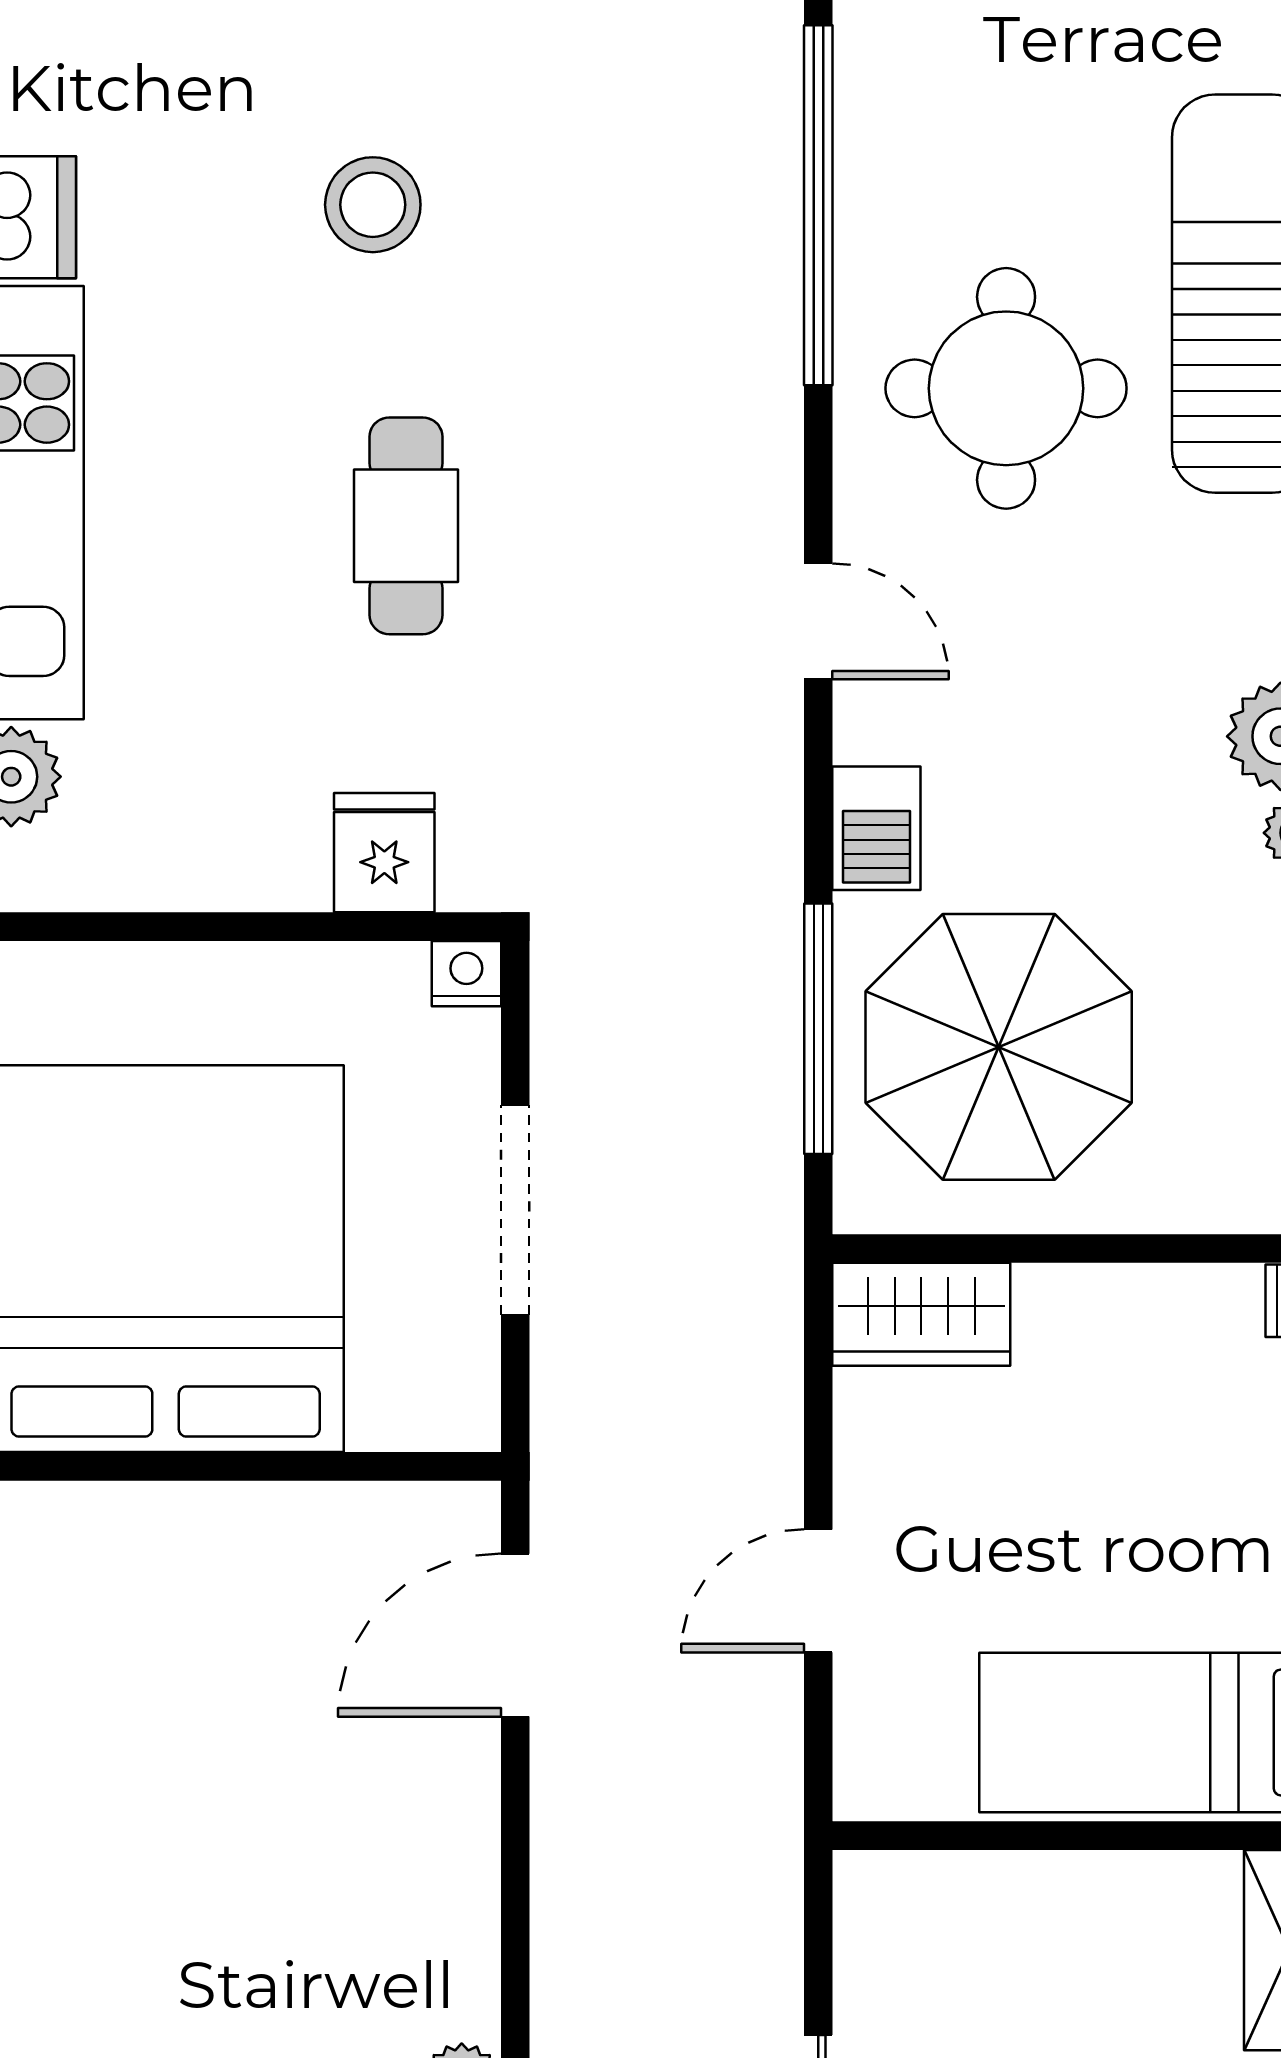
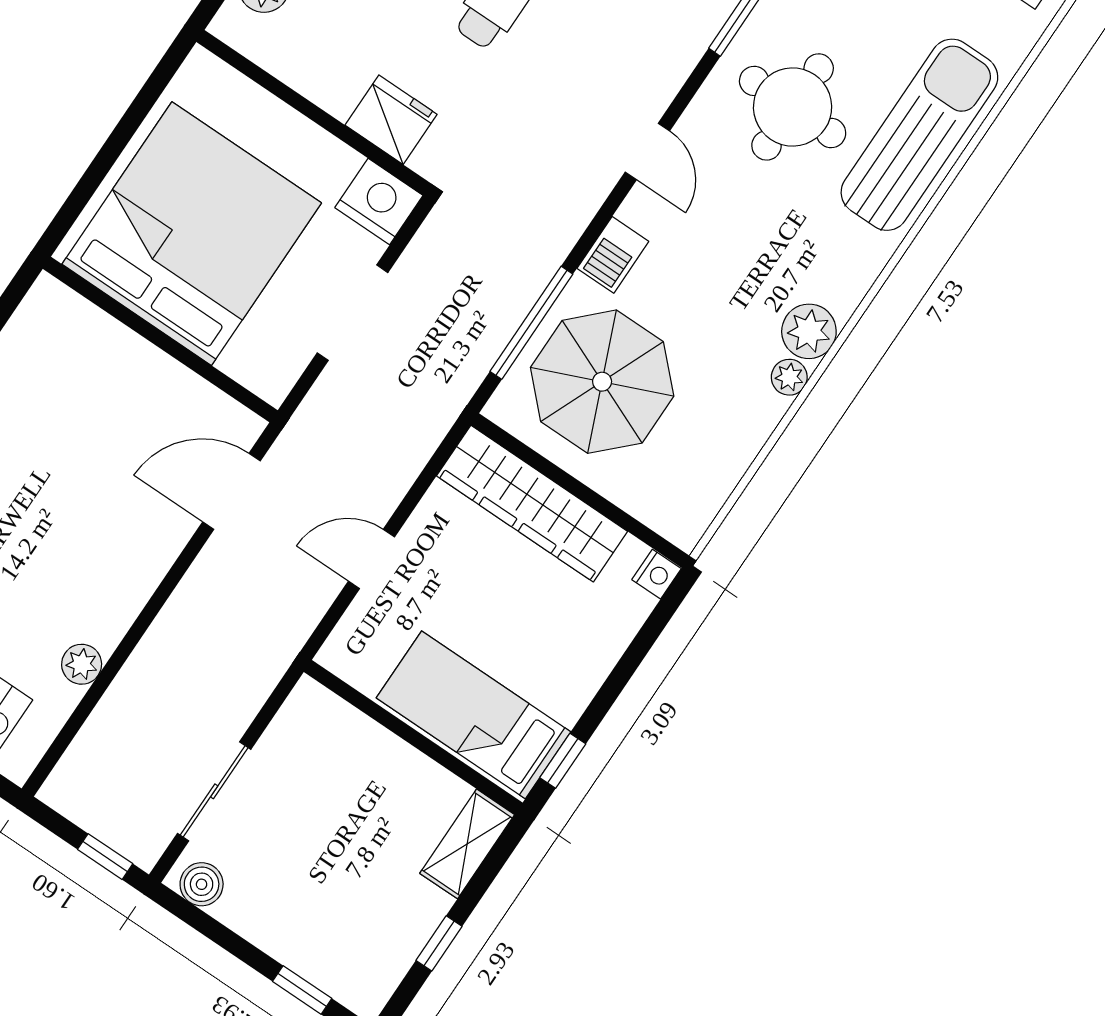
fridge: (384, 853) -> (391, 120), width x1.38
nightstand: (466, 974) -> (379, 202), width x1.89, depth x1.79
wardrobe: (921, 1314) -> (532, 504), width x2.10, depth x1.17

